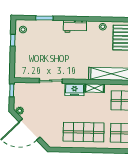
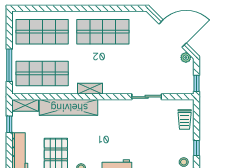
trolley: (22, 63) -> (185, 120), added
freezer: (75, 90) -> (116, 86), removed

